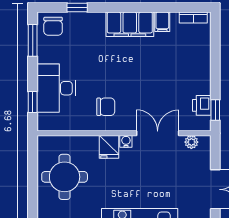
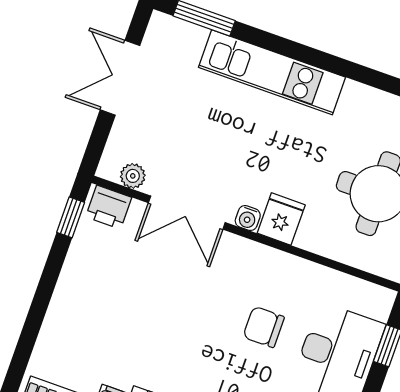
printer: (202, 105) -> (109, 207), moved, turned 90
chair: (106, 107) -> (264, 327), moved

